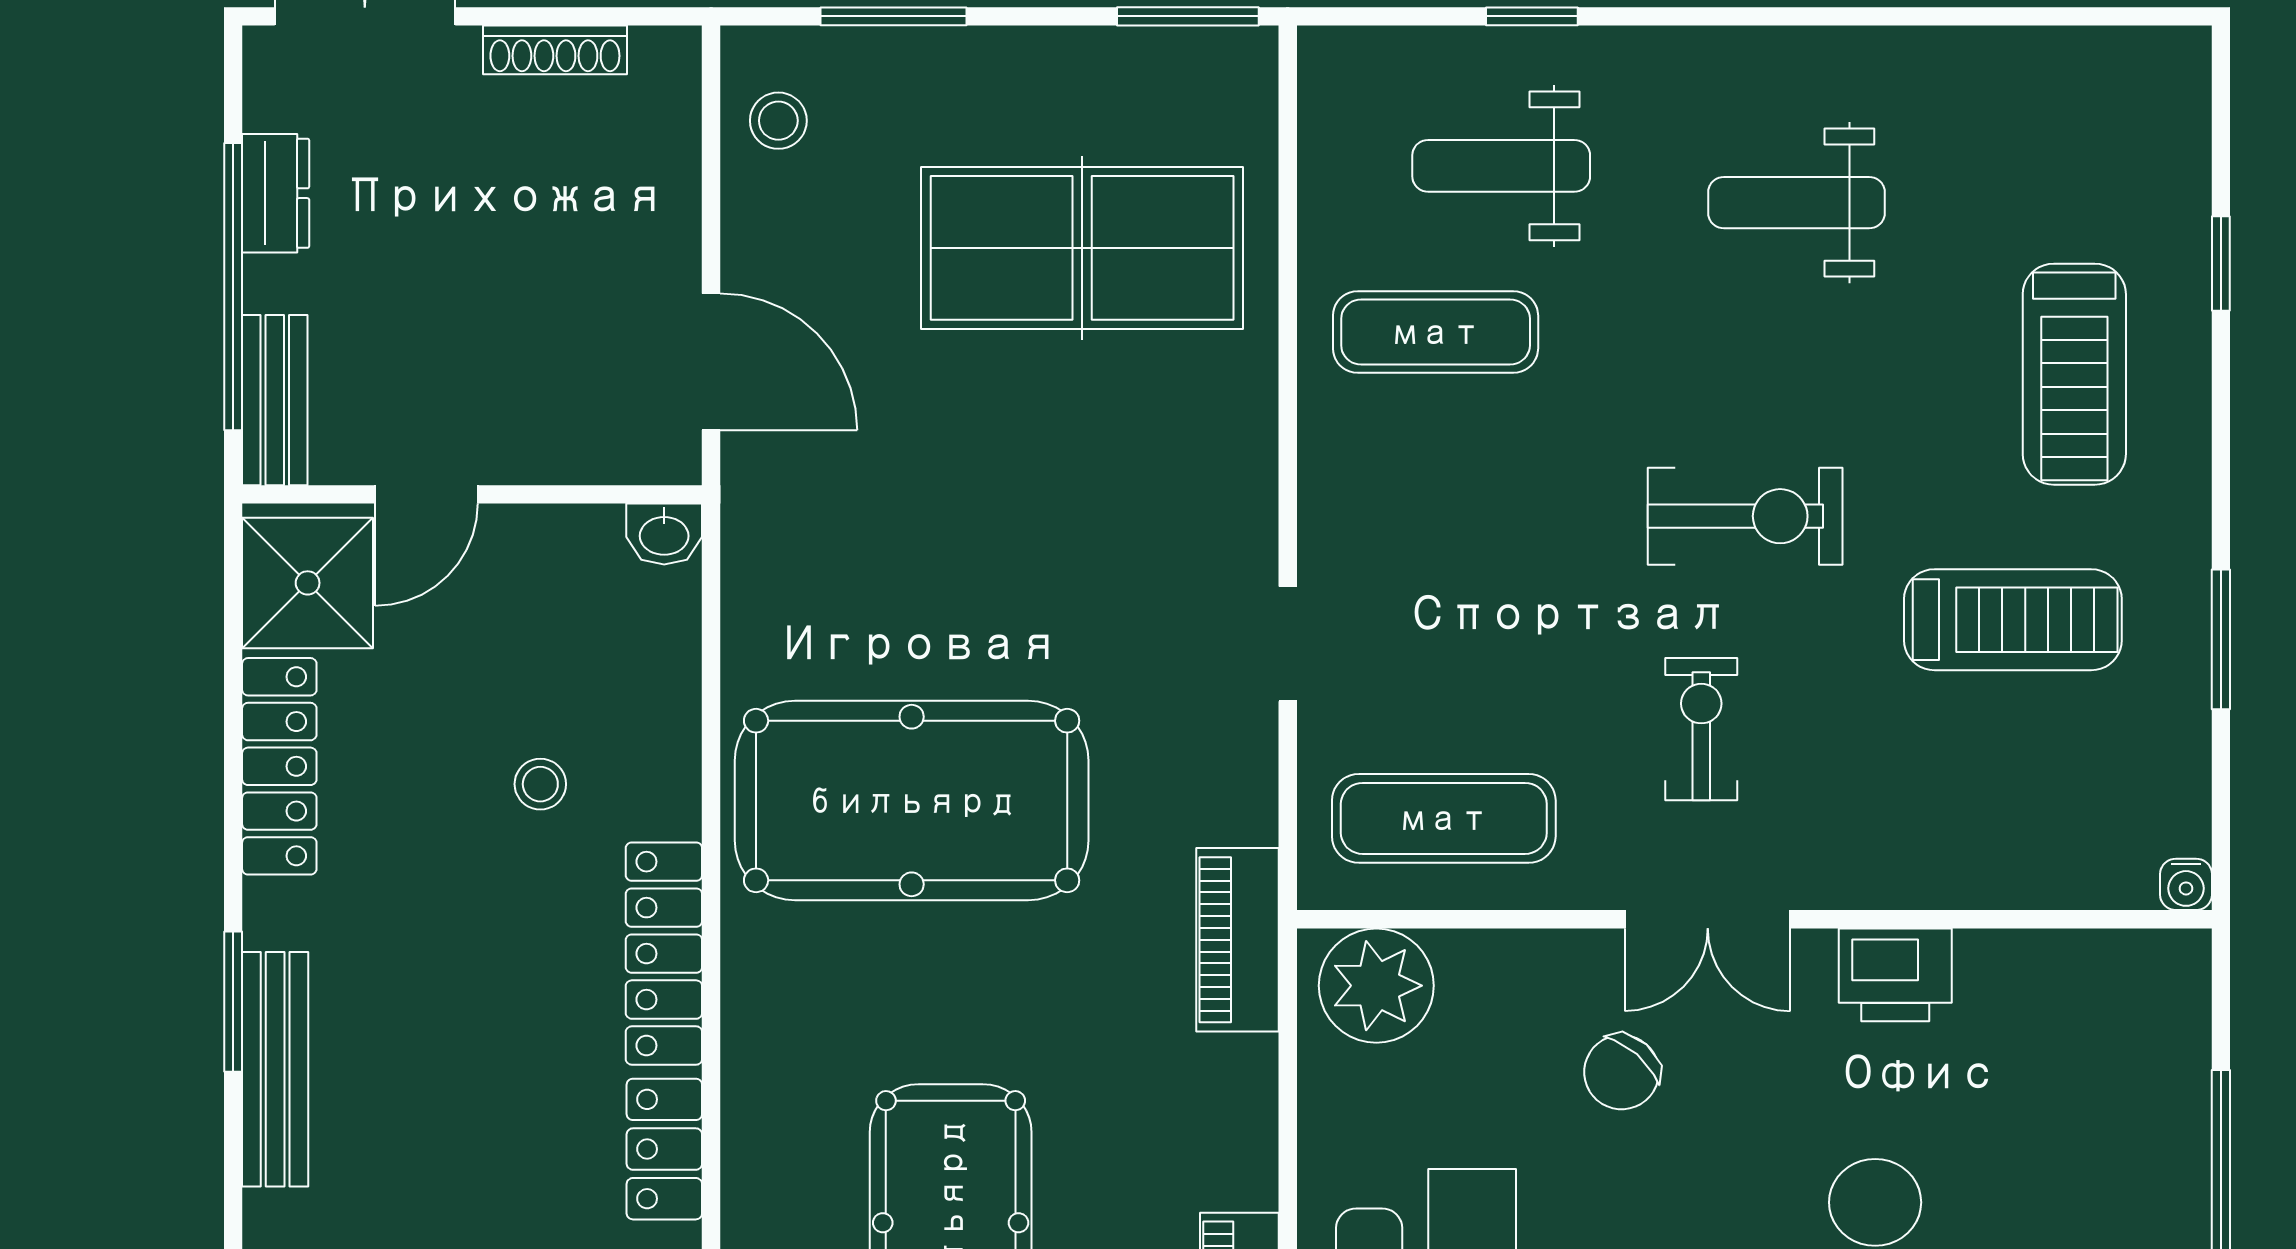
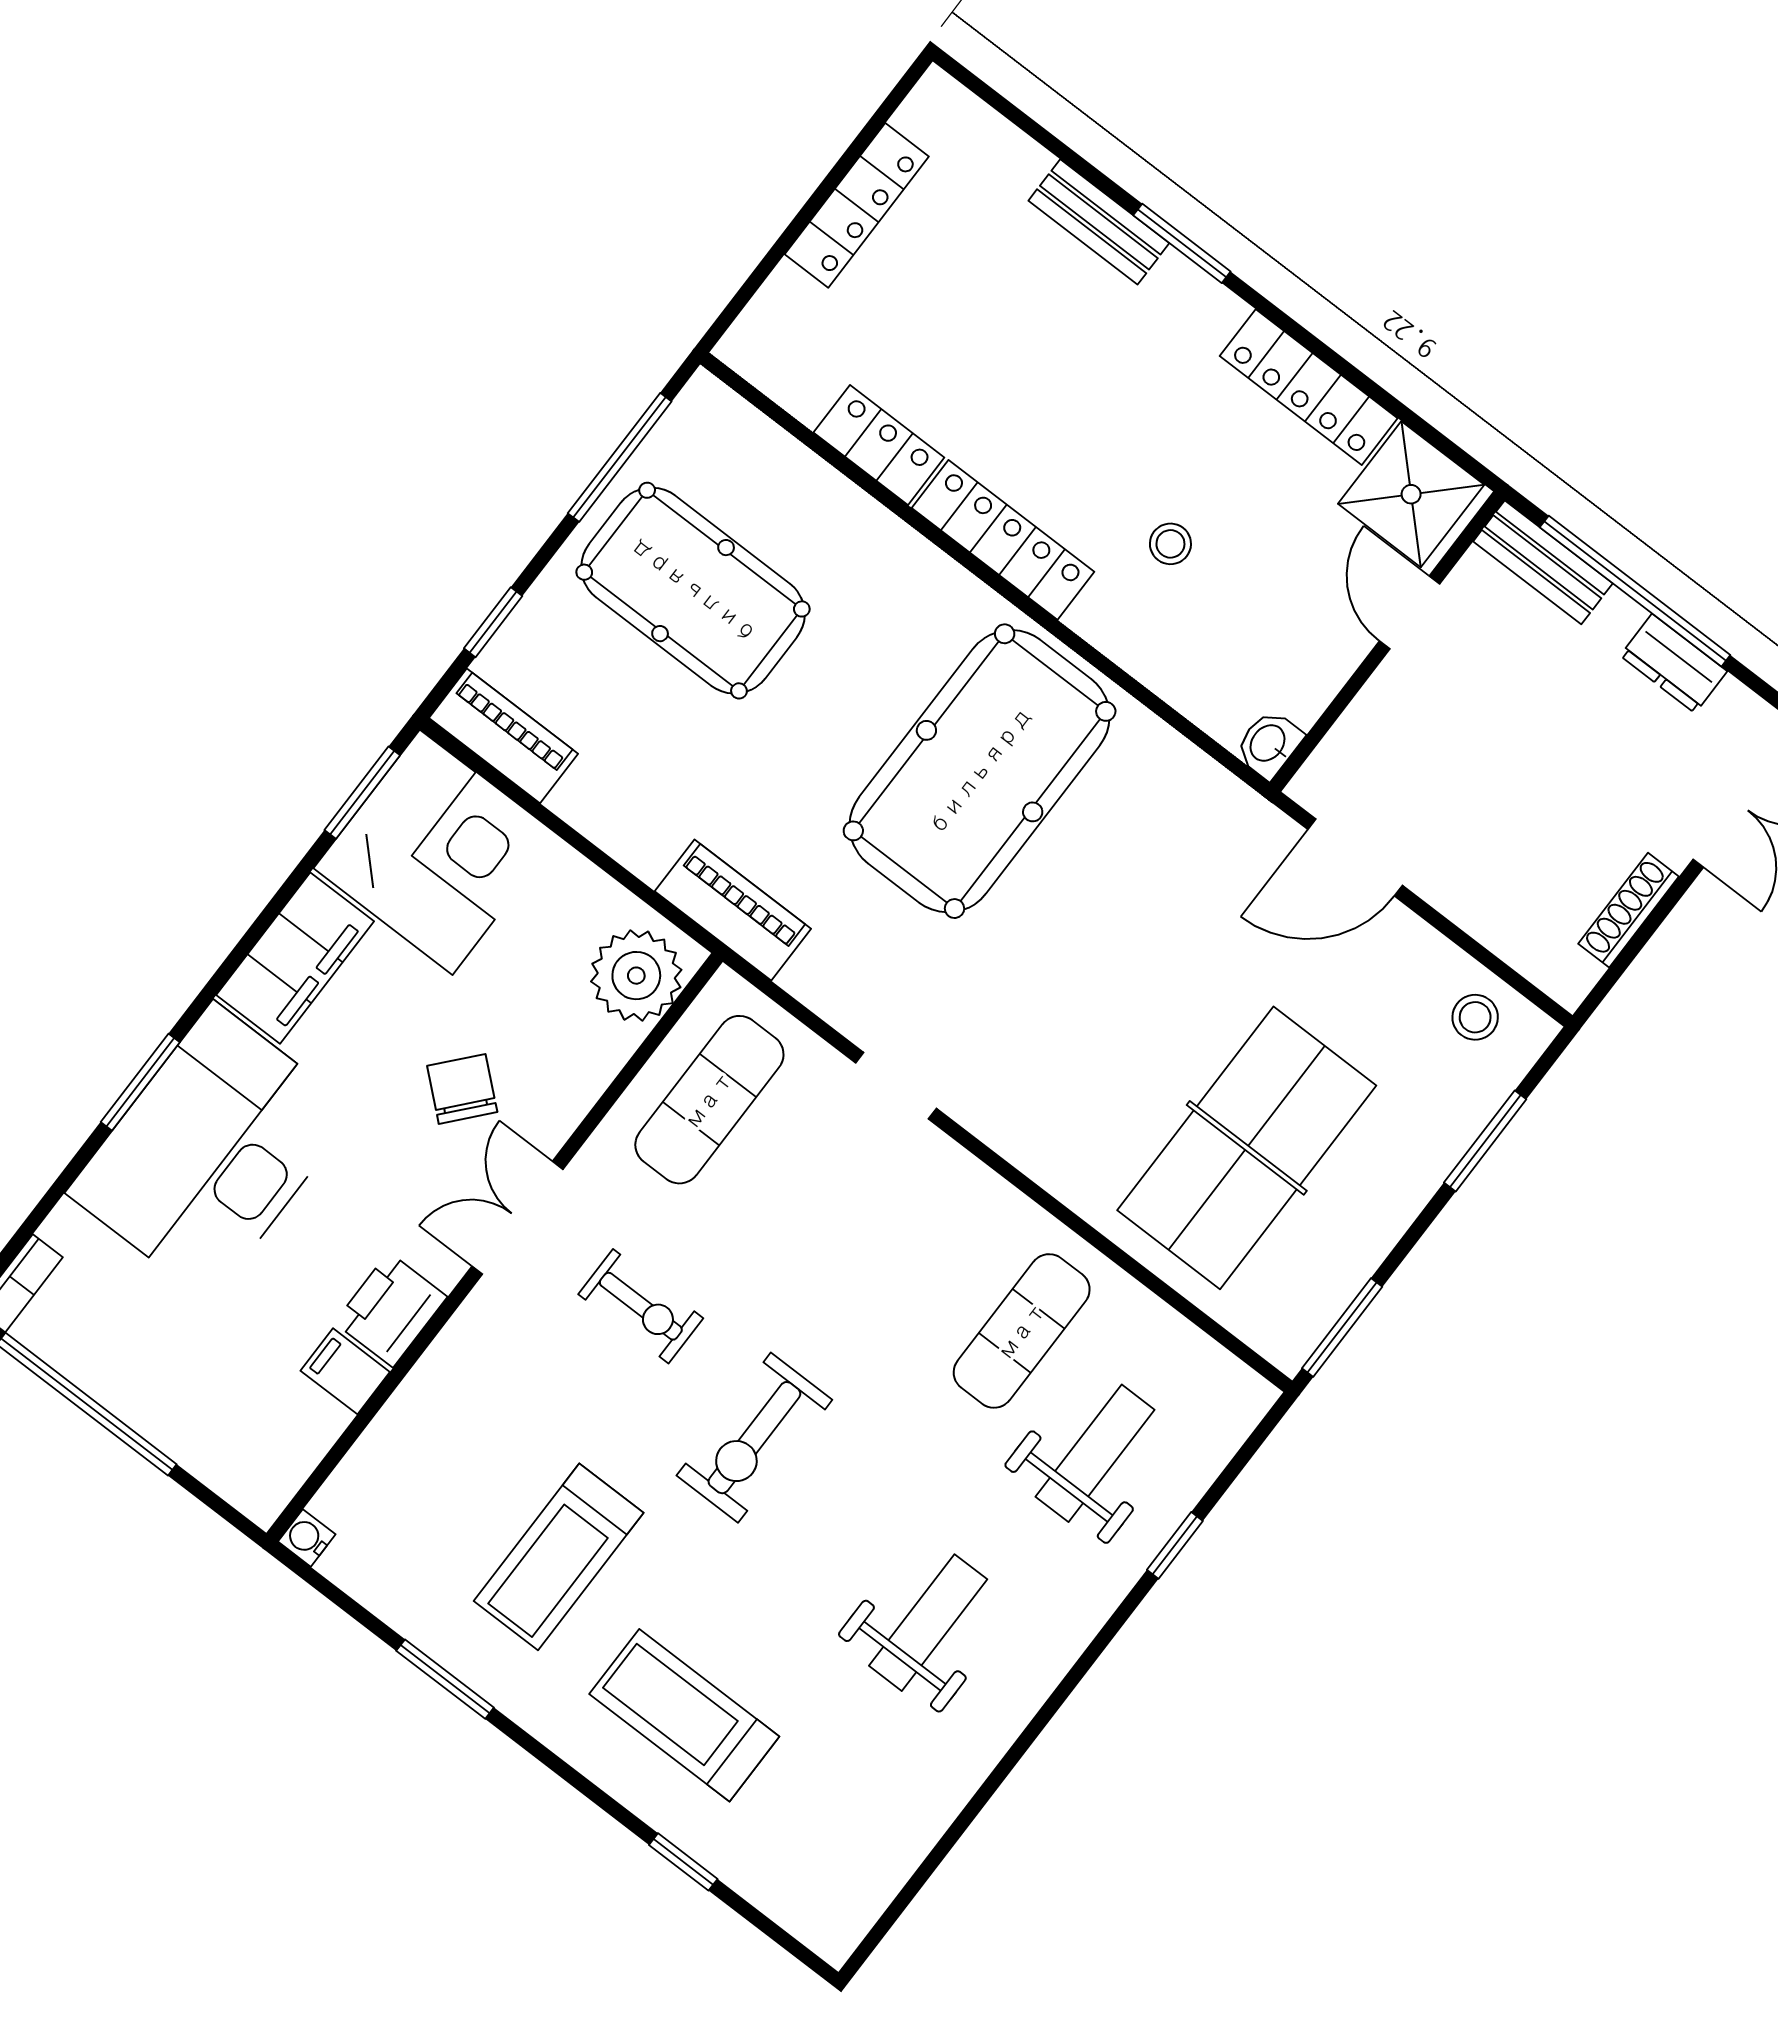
filing cabinet: (1991, 973) -> (345, 1371), added
bench: (275, 1069) -> (1099, 222), width x0.73

